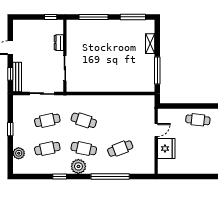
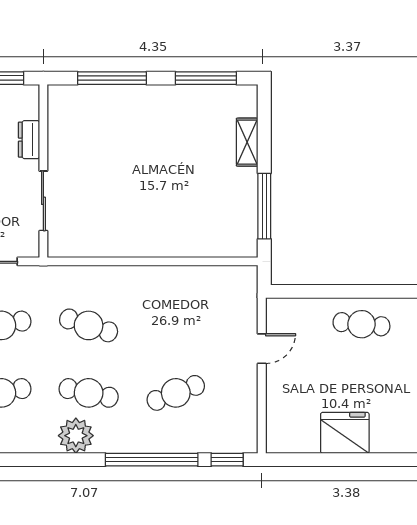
fridge: (166, 148) -> (345, 433), moved, turned -90
window: (60, 176) -> (227, 460), moved

